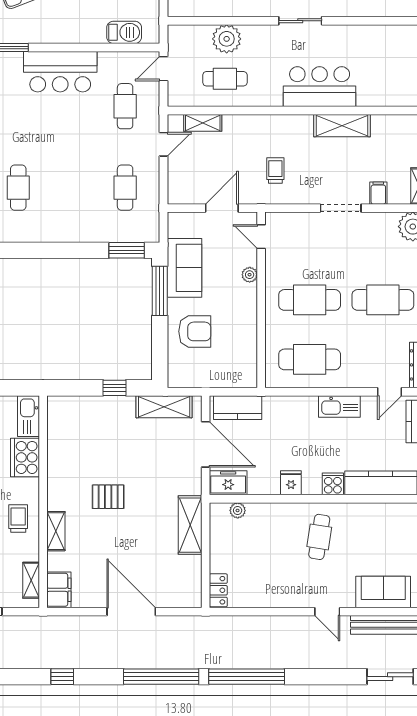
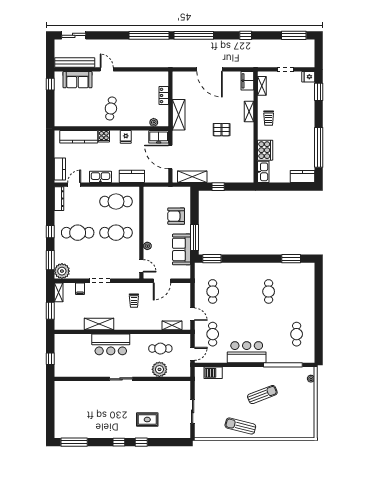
door: (164, 144) -> (193, 314), swing flipped
kitchen counter: (238, 408) -> (132, 176), moved
locker: (218, 590) -> (164, 95), moved

